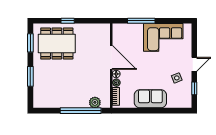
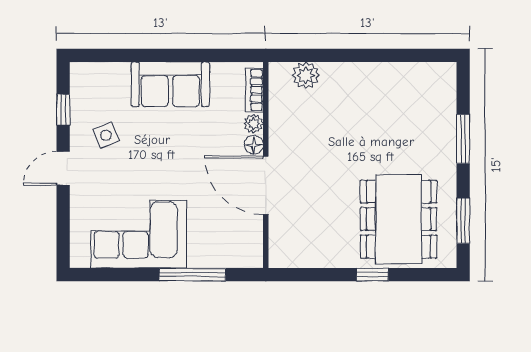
dining table: (57, 43) -> (399, 219), turned 90
window: (81, 111) -> (340, 55), removed

